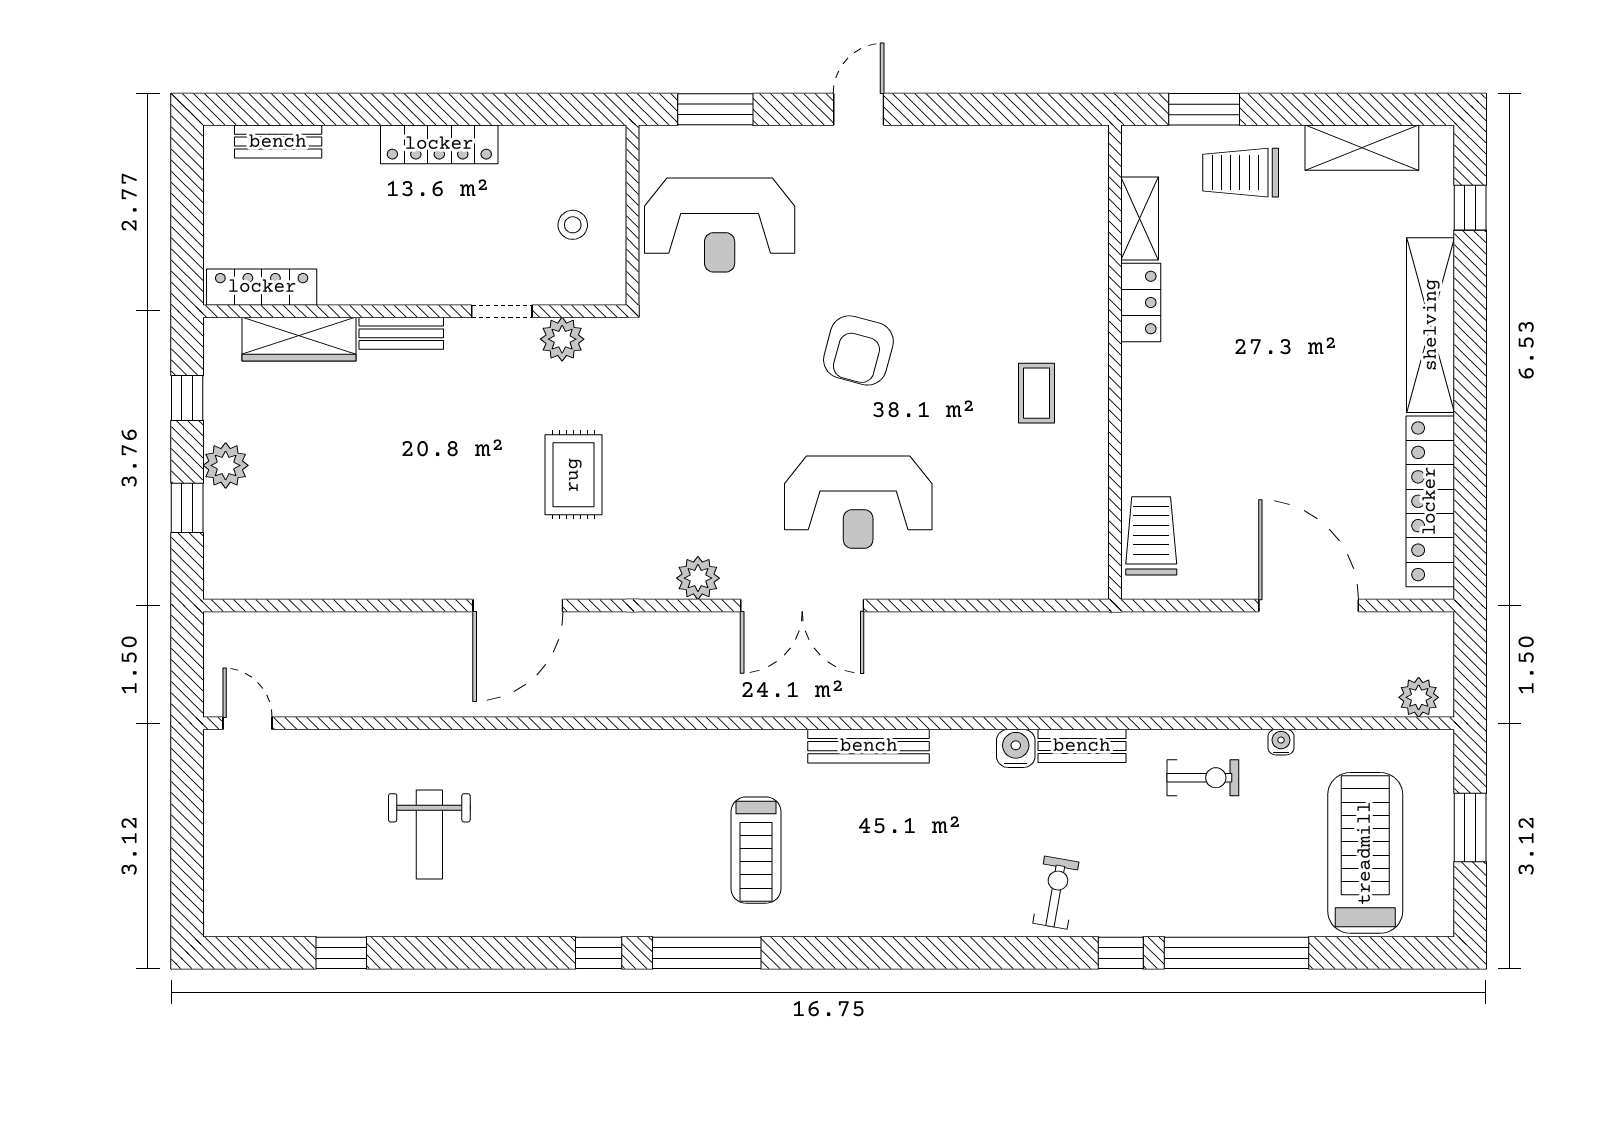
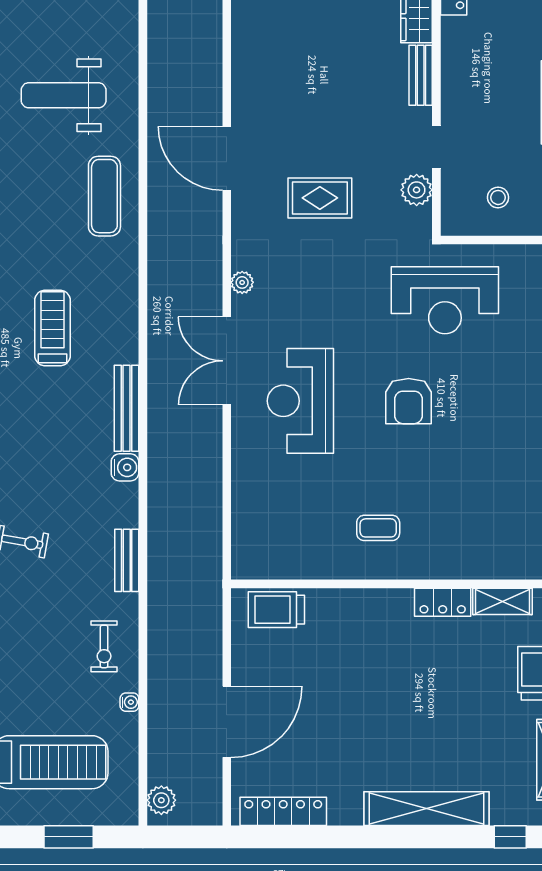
reception desk: (720, 225) -> (445, 300), moved, turned -90
armchair: (858, 350) -> (409, 401), turned -105
locker: (1430, 501) -> (283, 811), width x0.71, depth x0.83
trolley: (1151, 536) -> (276, 610), turned 180
plant: (698, 578) -> (242, 282), width x0.73, depth x0.73
water cooler: (1016, 748) -> (125, 467), moved
exercise mat: (571, 777) -> (104, 196), added
weight bench: (429, 835) -> (64, 95), width x1.36, depth x1.33
treadmill: (756, 850) -> (53, 328), turned 90

